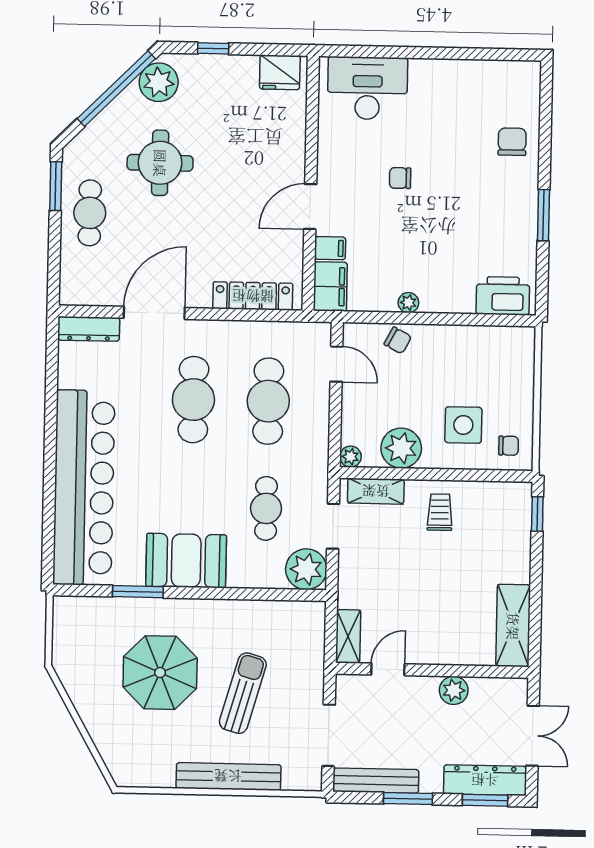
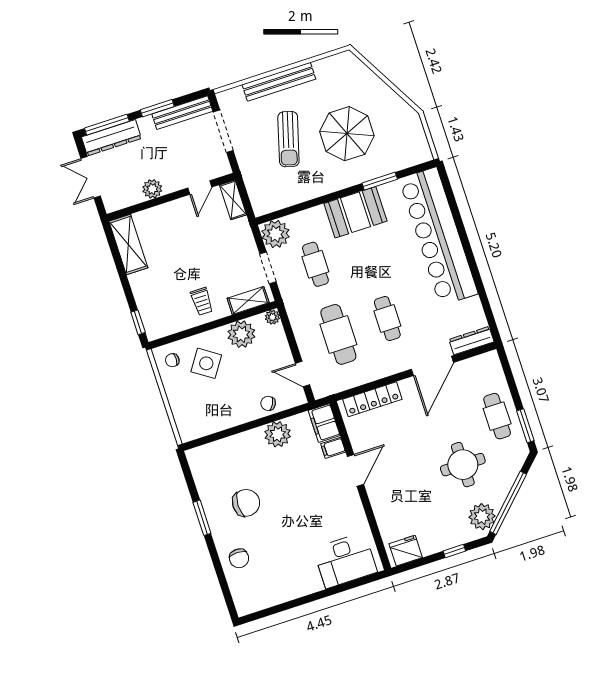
chair: (400, 178) -> (246, 503), moved, width x1.87, depth x1.87
printer: (503, 296) -> (210, 456), removed
plant: (408, 303) -> (278, 434), width x1.87, depth x1.87
cafe table: (193, 400) -> (387, 318), width x0.73, depth x0.74
side table: (463, 425) -> (206, 363), turned 34
window: (485, 800) -> (107, 125), width x1.44

